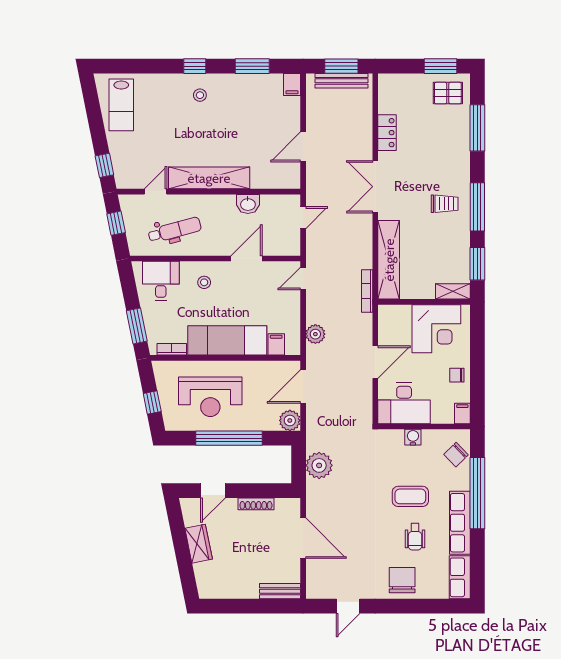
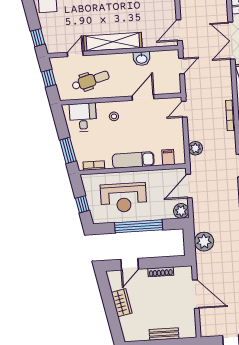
door: (303, 147) -> (179, 30), moved
exam couch: (227, 340) -> (133, 160), width x0.73, depth x0.69
bench: (280, 591) -> (164, 334), moved

